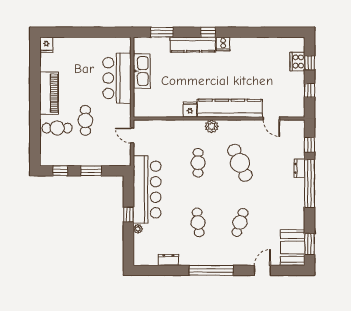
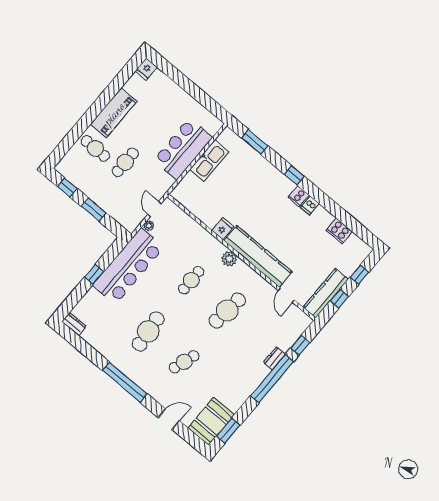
dishwasher: (236, 44) -> (310, 206), added
kitchen counter: (193, 45) -> (326, 293), moved, turned 90
cooker: (297, 61) -> (339, 231), moved, turned -90
cafe table: (240, 163) -> (227, 310), turned 30
cafe table: (198, 222) -> (148, 331), width x1.37, depth x1.35
plant: (138, 229) -> (149, 226), moved
dresser: (168, 260) -> (74, 324), moved

